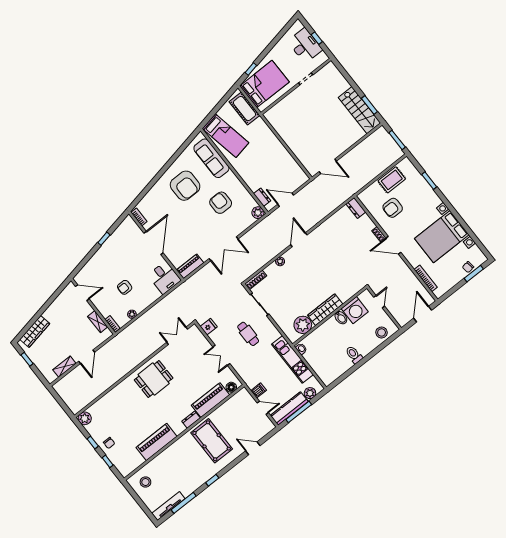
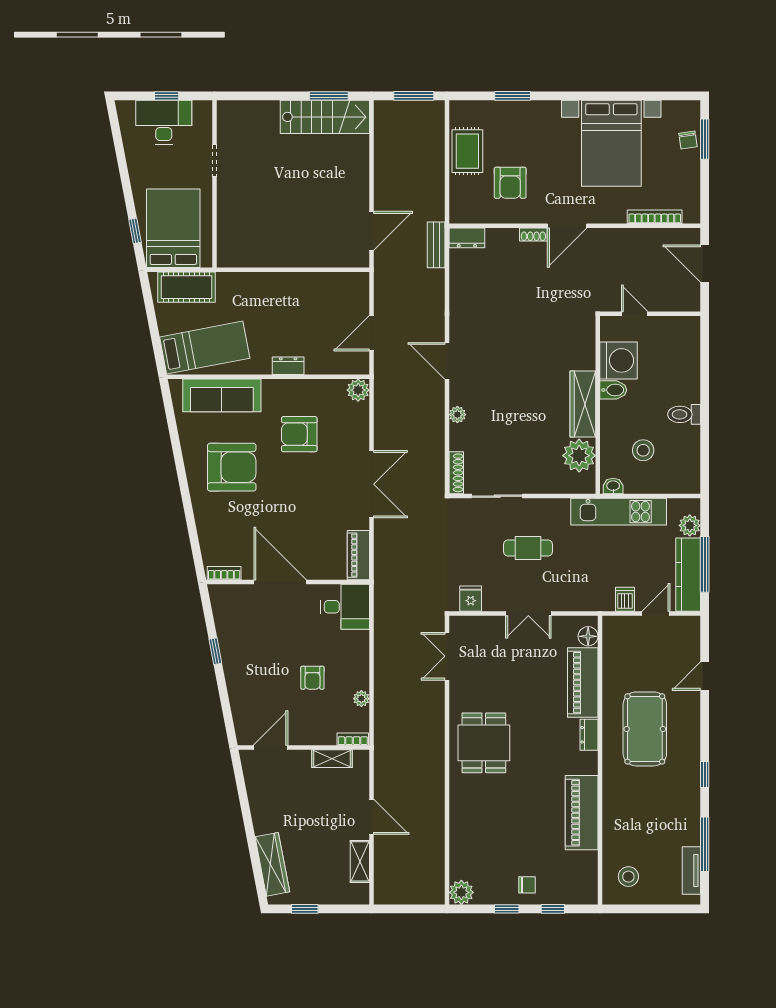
dresser: (262, 197) -> (288, 366), moved
bench: (343, 198) -> (436, 245), added
stool: (382, 332) -> (643, 450), moved
pool table: (212, 441) -> (645, 729), turned 90
tv unit: (168, 506) -> (691, 871), width x0.71

